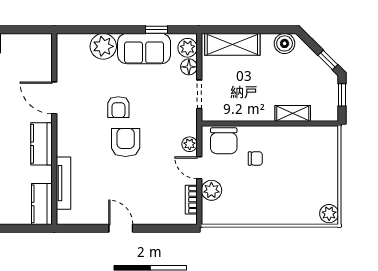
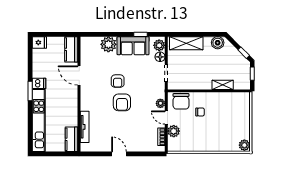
armchair: (126, 143) -> (122, 102), turned 180
kitchen counter: (42, 144) -> (71, 49), moved

